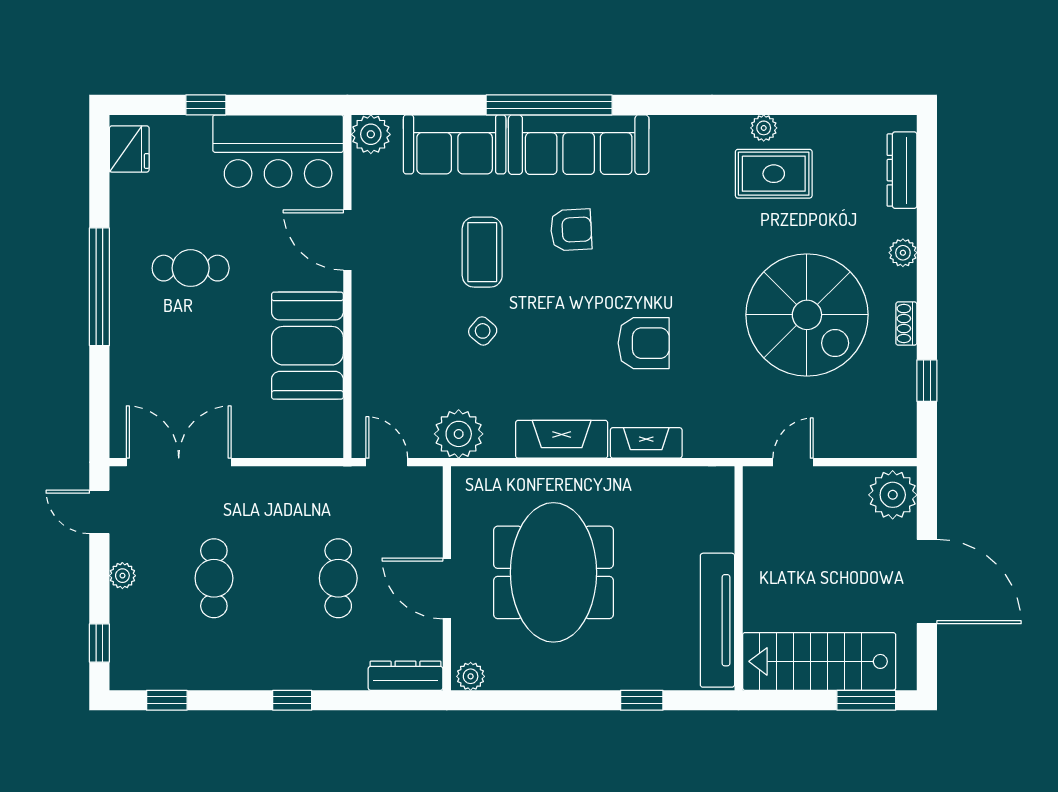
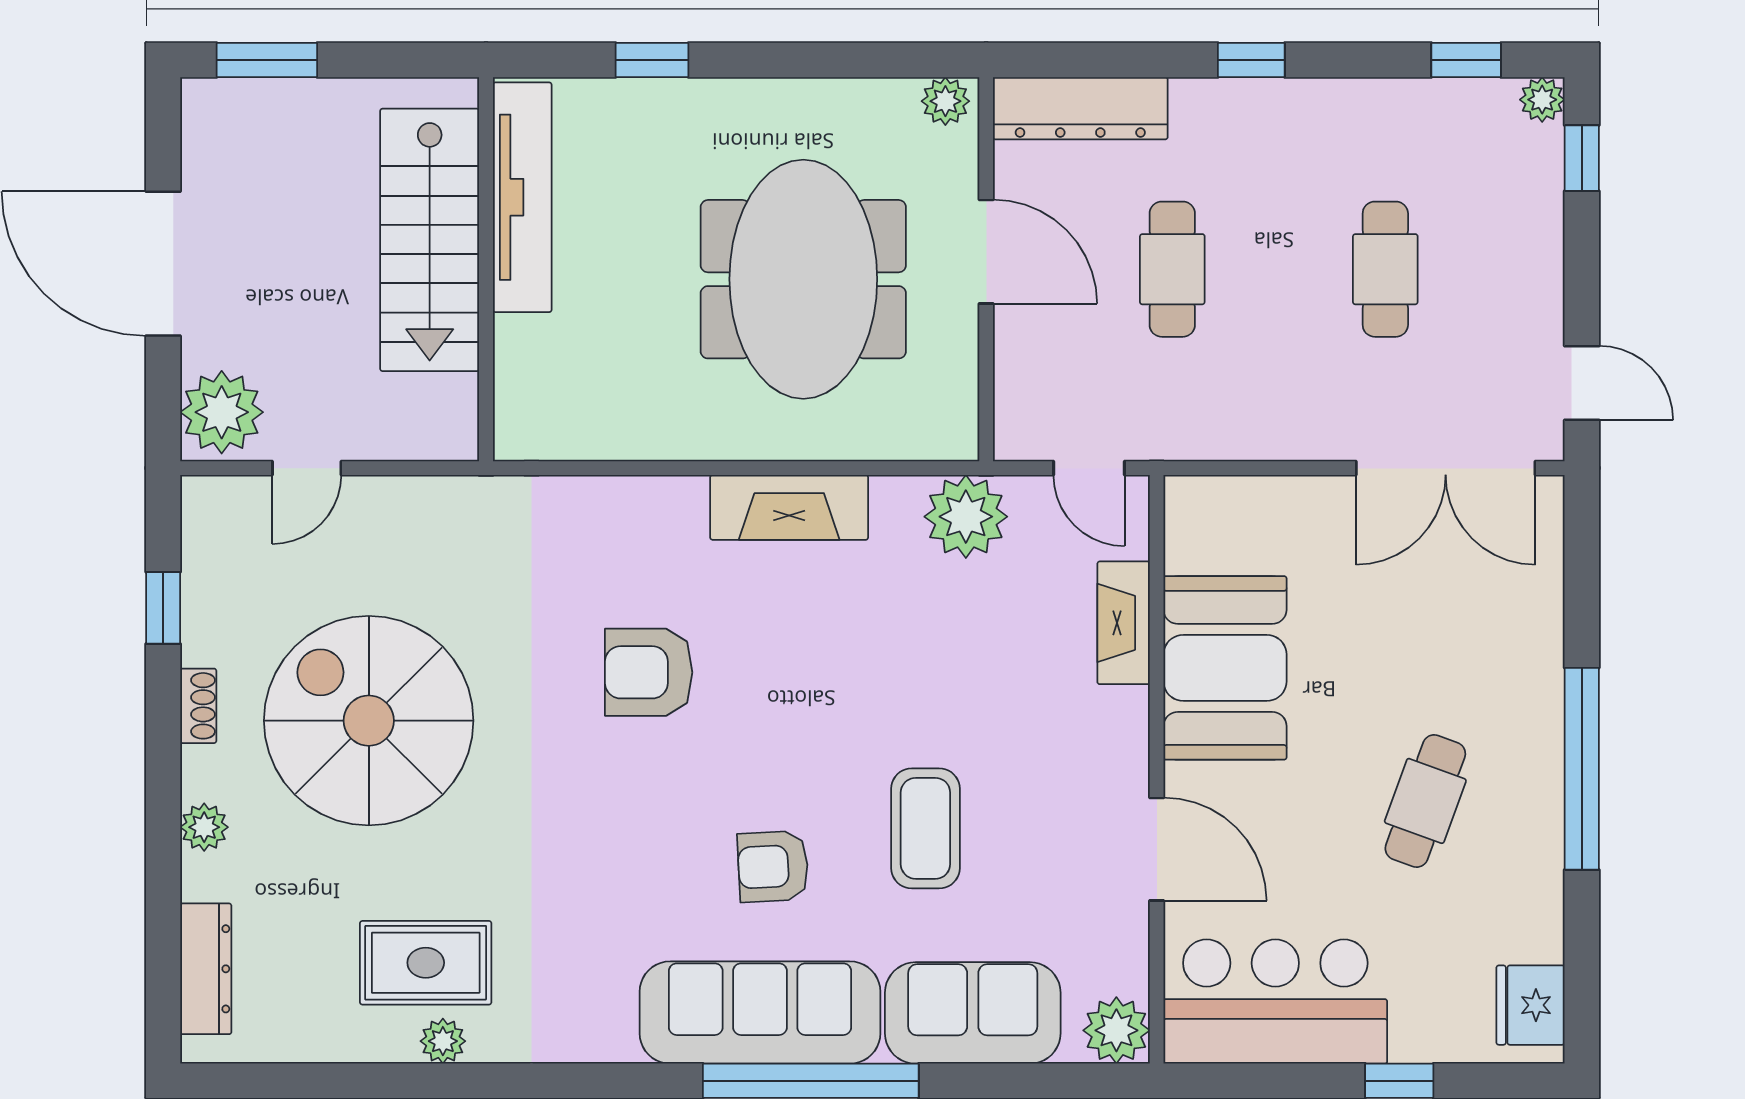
cafe table: (191, 268) -> (1425, 801), turned -70
side table: (483, 331) -> (925, 693), removed
fireplace: (646, 443) -> (1124, 623), moved, turned 90
door: (793, 462) -> (307, 468), moved
plant: (122, 576) -> (1542, 100), moved
stairs: (819, 661) -> (430, 240), moved, turned 90
dresser: (406, 676) -> (1080, 108), width x1.37, depth x1.24

